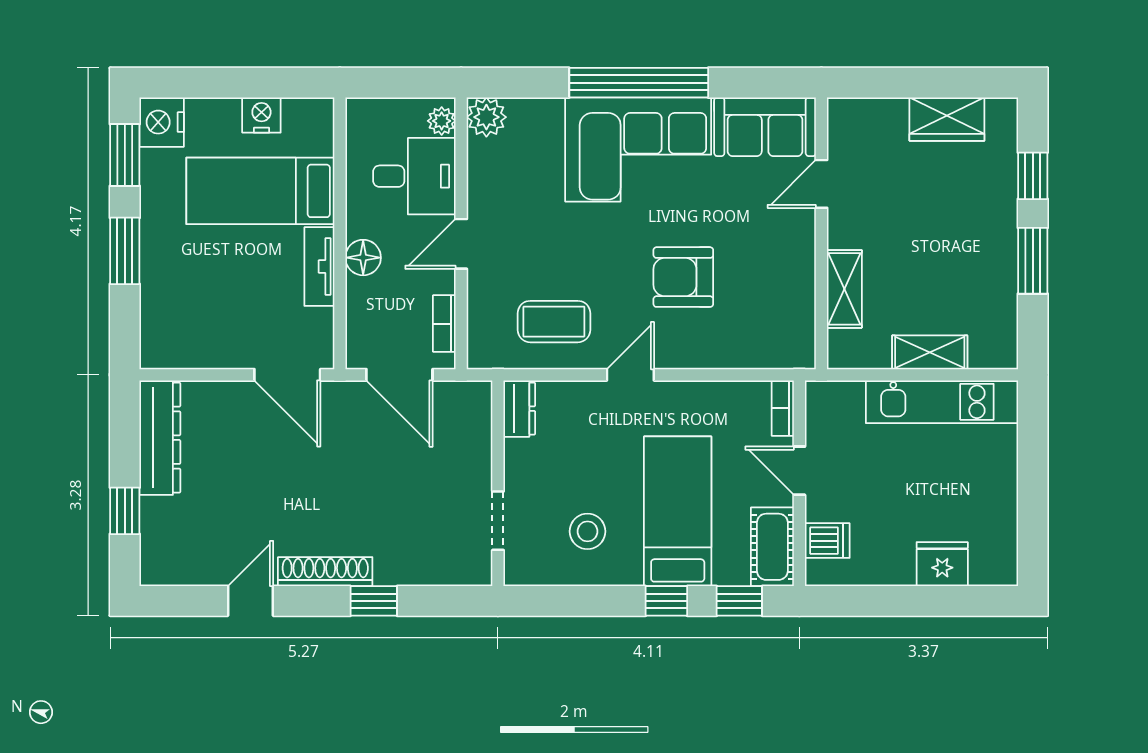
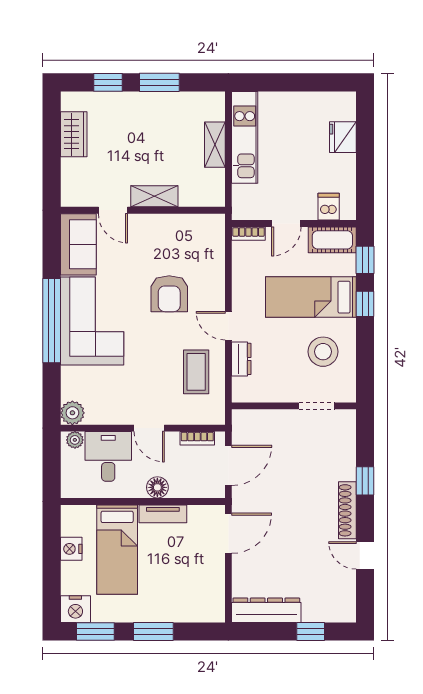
shelving: (844, 289) -> (154, 196), moved
dresser: (519, 409) -> (241, 359), moved, turned 90
stool: (587, 531) -> (323, 352), width x1.38, depth x1.38

